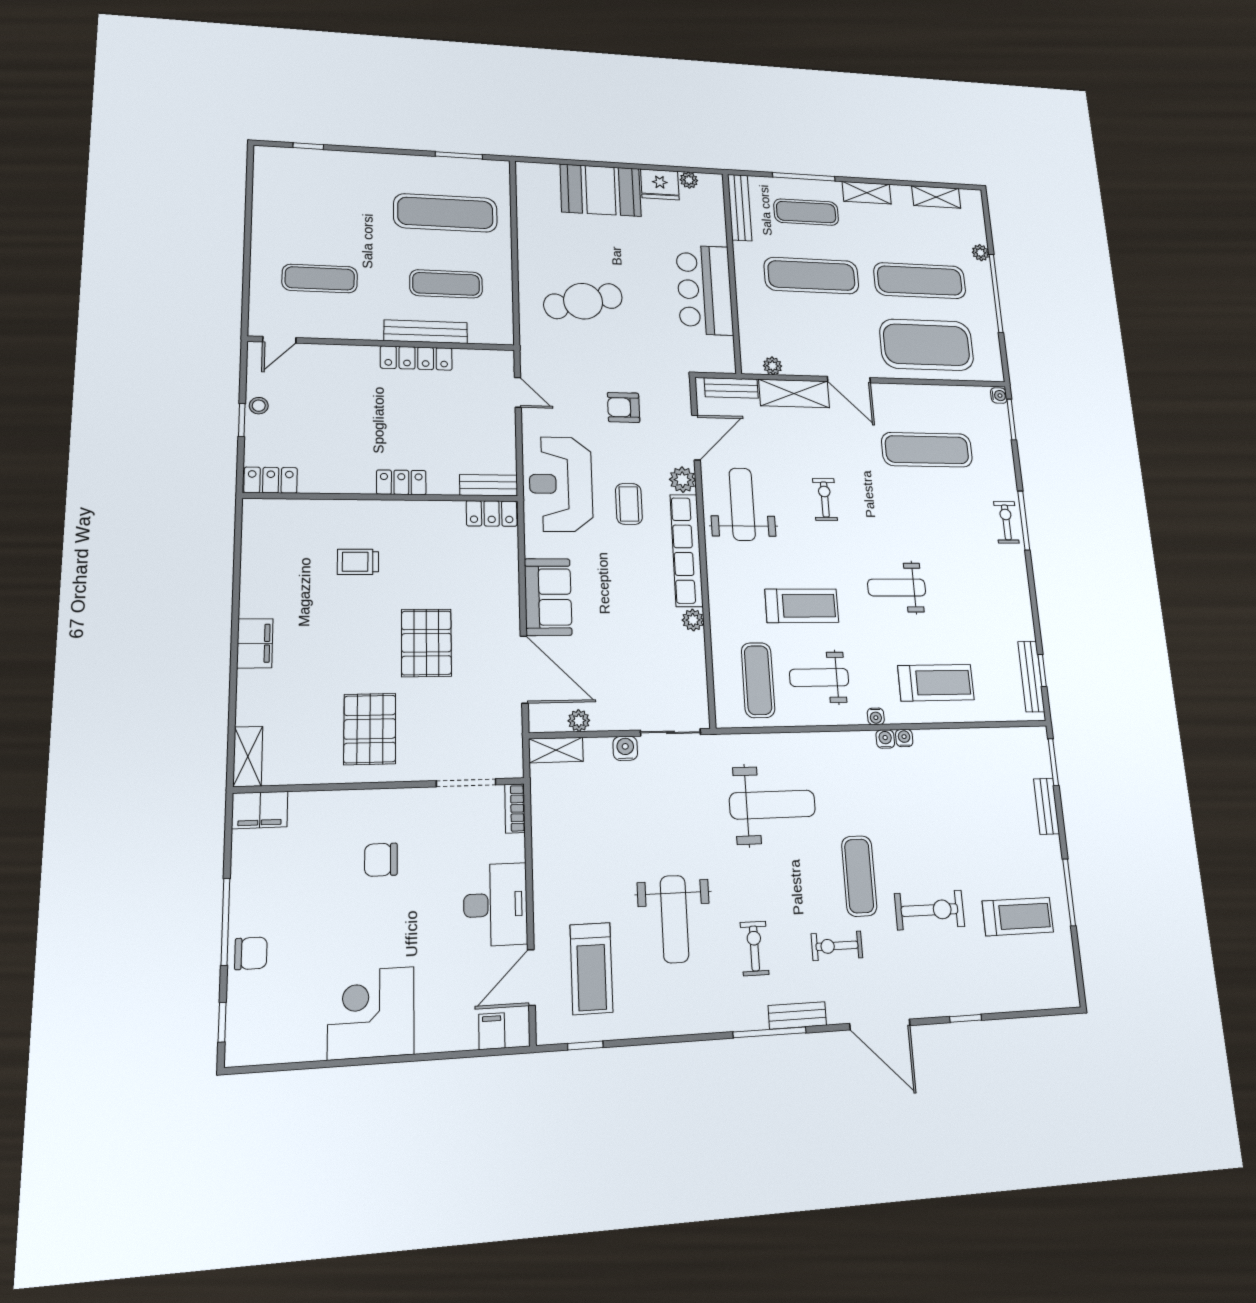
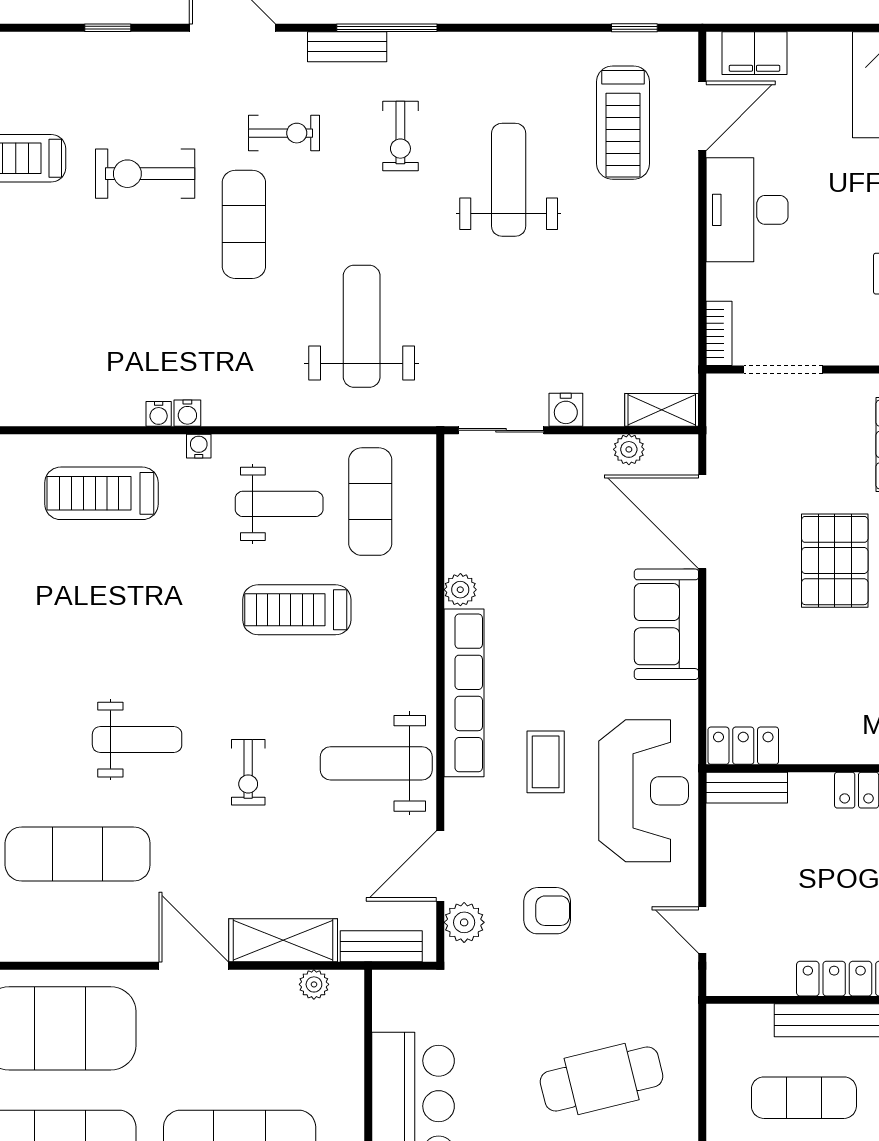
plant: (683, 480) -> (464, 922), moved
weight bench: (742, 504) -> (376, 763), turned 90
weight bench: (897, 588) -> (137, 740), moved
weight bench: (772, 805) -> (362, 326), turned 90
treadmill: (591, 968) -> (623, 123), turned 180
filing cabinet: (492, 1031) -> (754, 53), width x2.00

